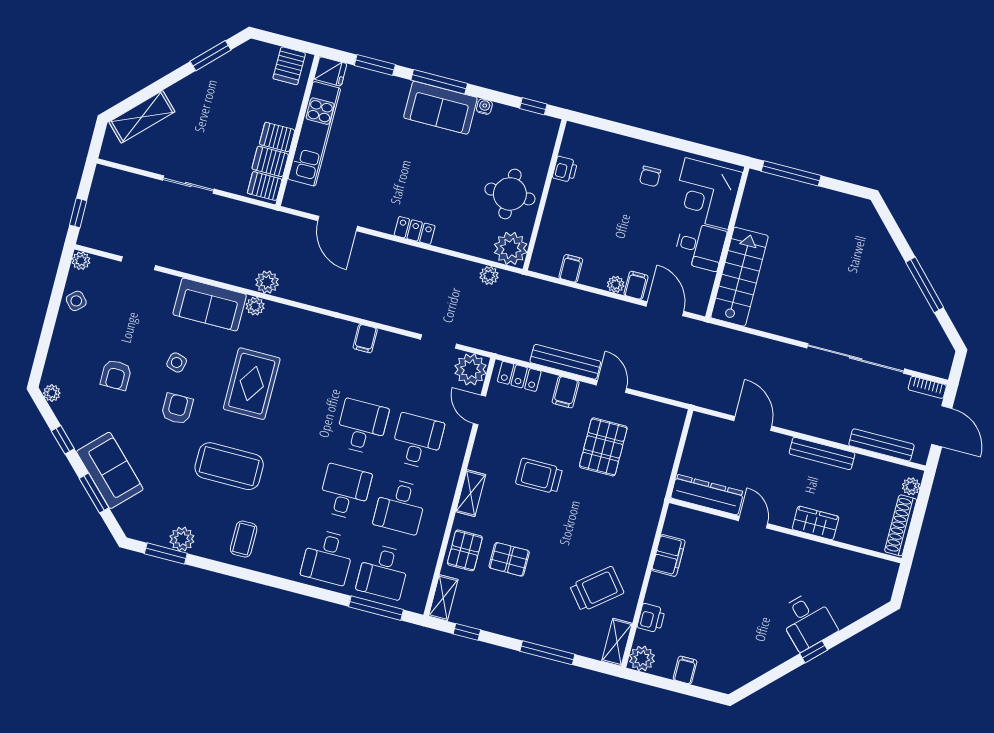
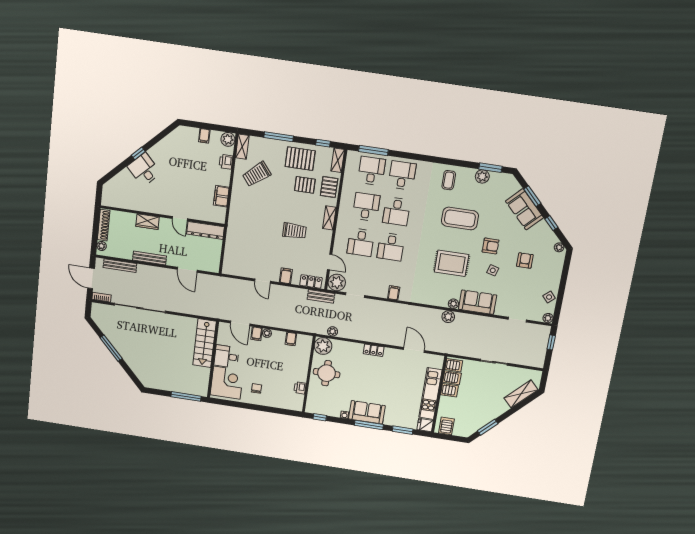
bench: (565, 362) -> (321, 296), moved, width x0.73
rug: (252, 384) -> (452, 263), turned 90
armchair: (177, 409) -> (491, 246), turned -90
pallet: (603, 447) -> (300, 159), moved, turned 90

